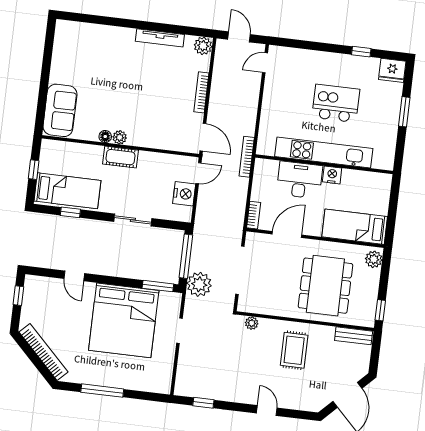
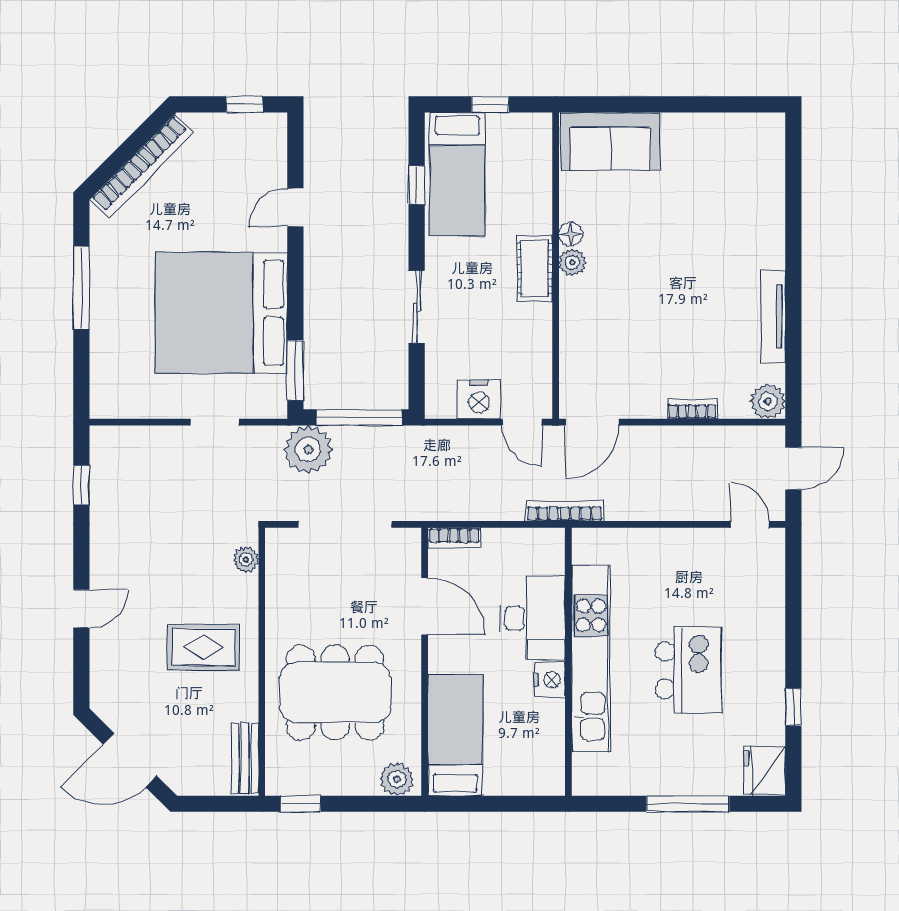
bookcase: (201, 92) -> (692, 409), width x0.64
window: (404, 112) -> (688, 804), width x1.44

